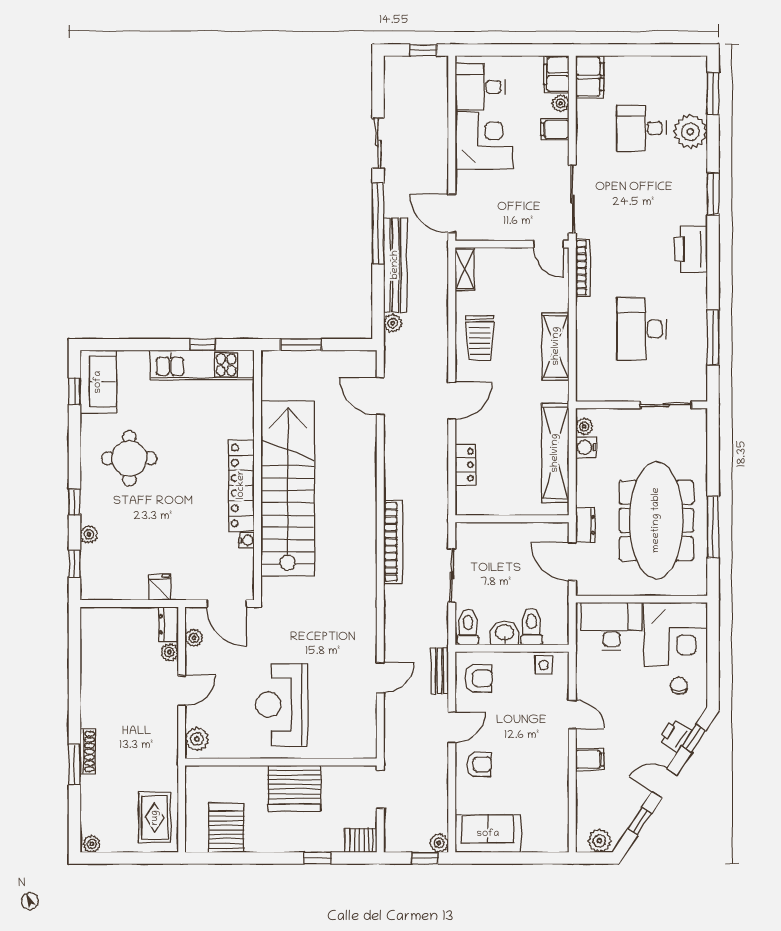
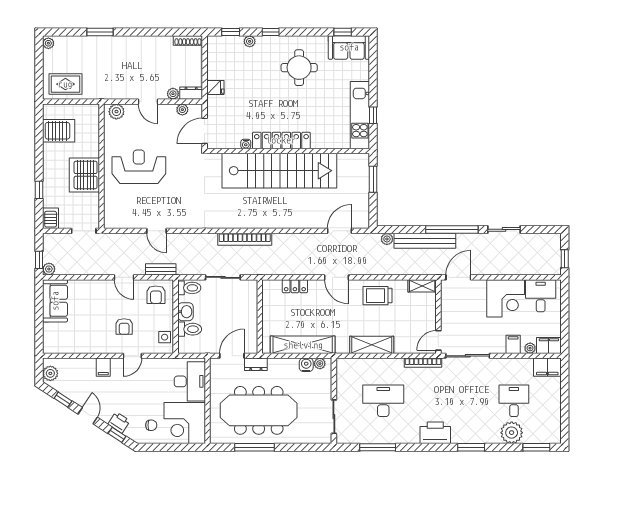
shoe rack: (88, 751) -> (188, 41), moved
armchair: (479, 764) -> (124, 327), moved

